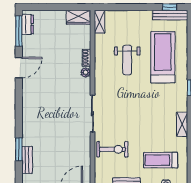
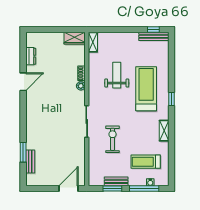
dresser: (28, 24) -> (31, 56), moved
window: (19, 31) -> (23, 50), removed
treadmill: (163, 57) -> (146, 89), moved
weight bench: (127, 60) -> (117, 75), turned 180
exercise bike: (112, 149) -> (113, 139), moved, turned -90

